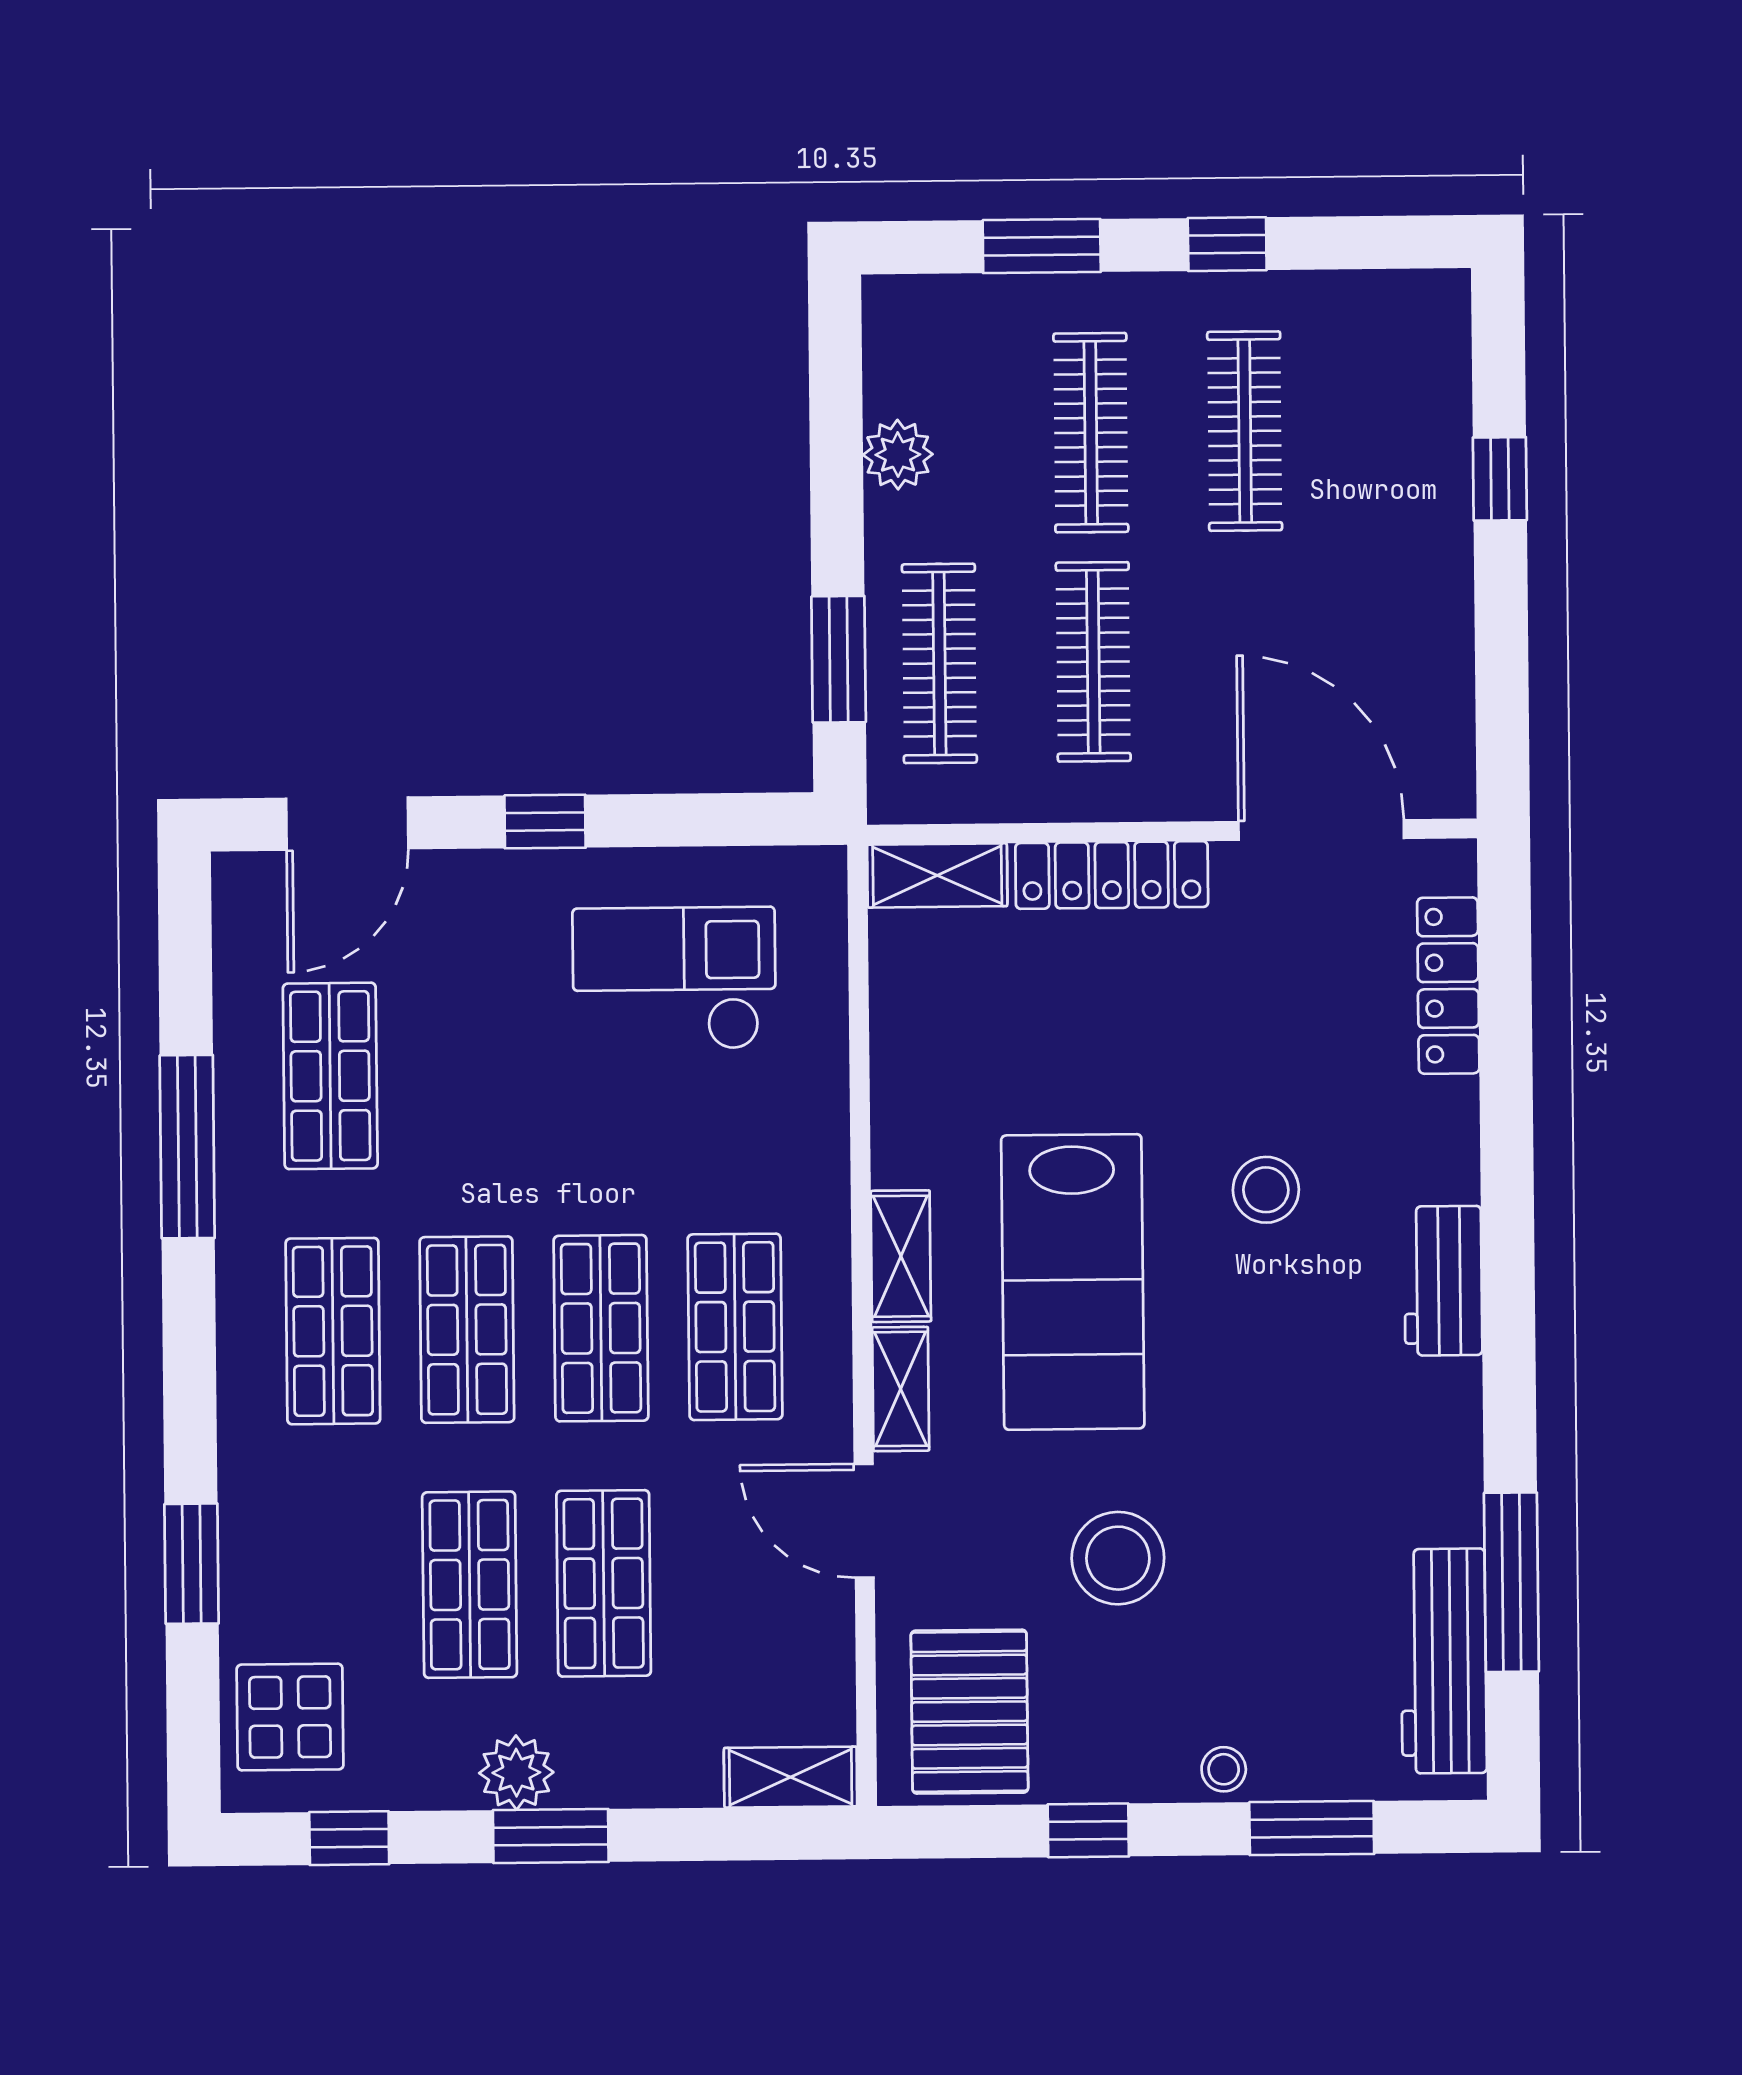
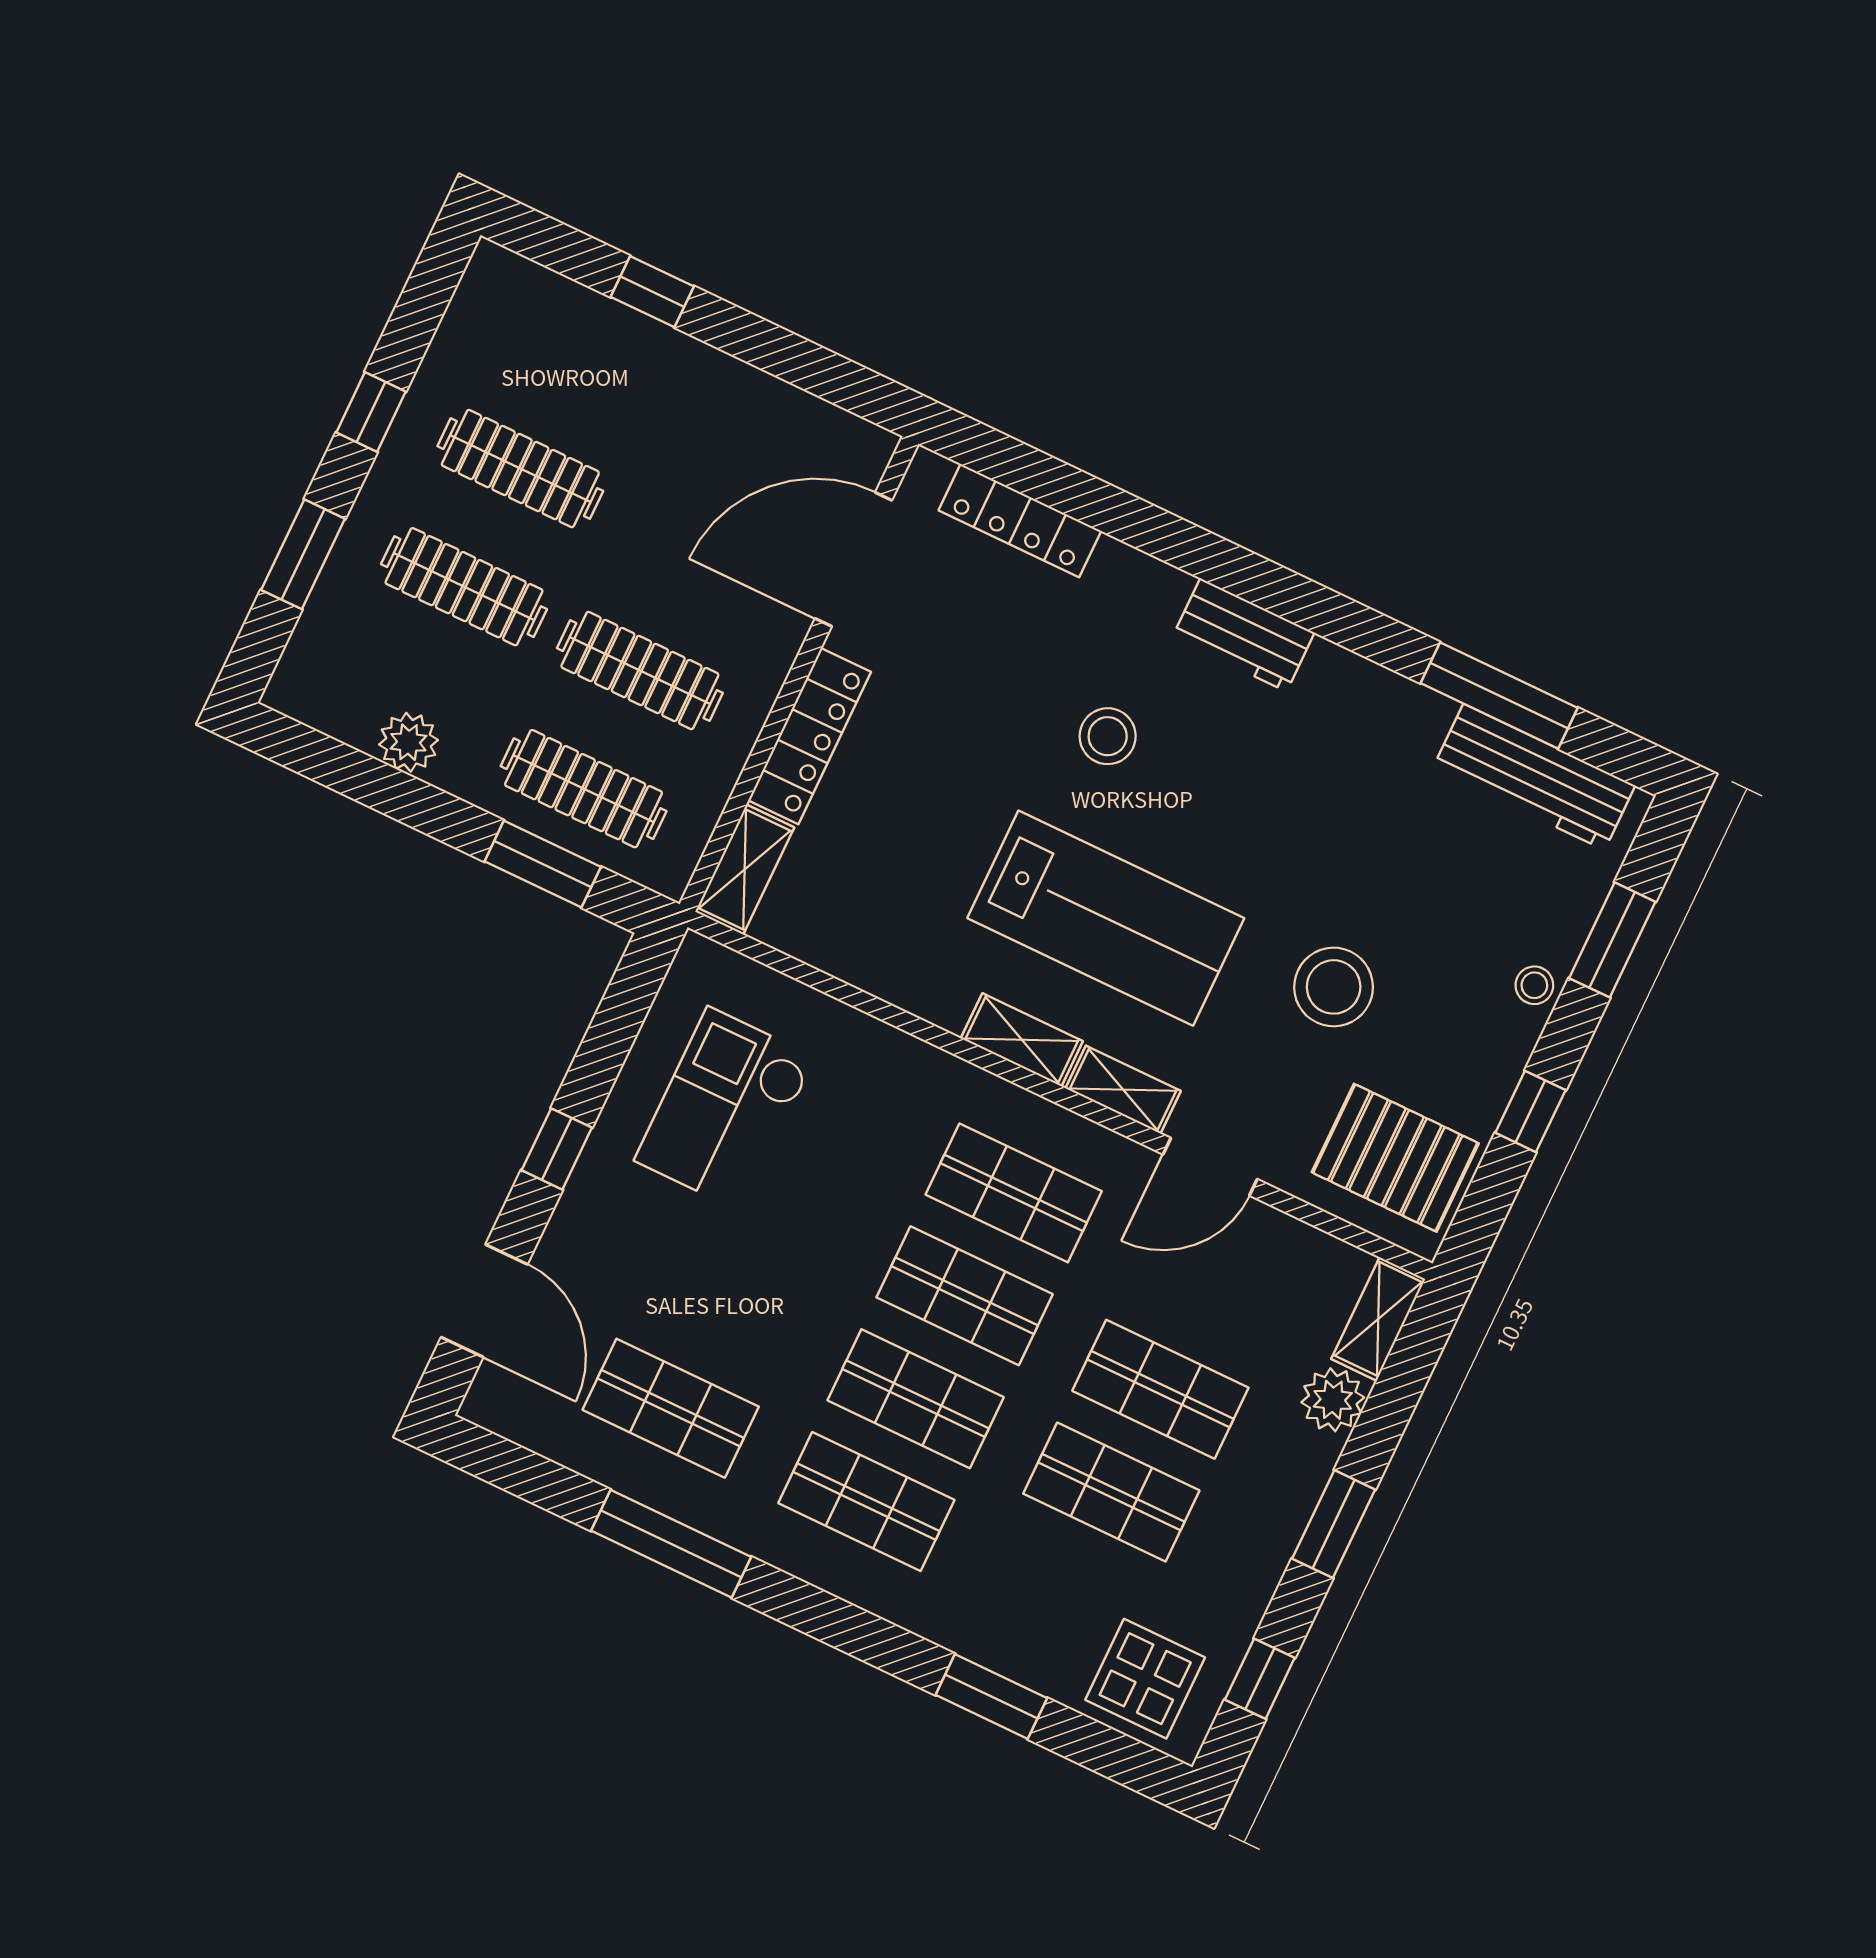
plant: (516, 1773) -> (1333, 1400), moved

